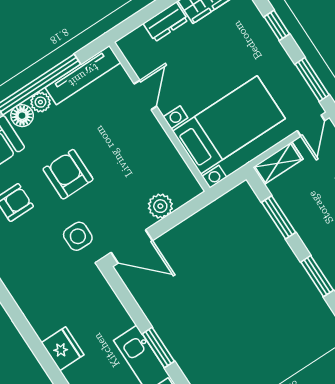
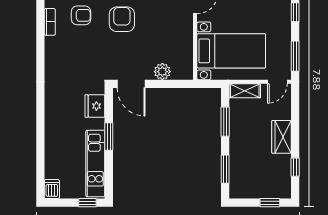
side table: (78, 236) -> (104, 58), removed
window: (158, 348) -> (109, 136), moved
fridge: (63, 349) -> (95, 106), moved, turned 180

